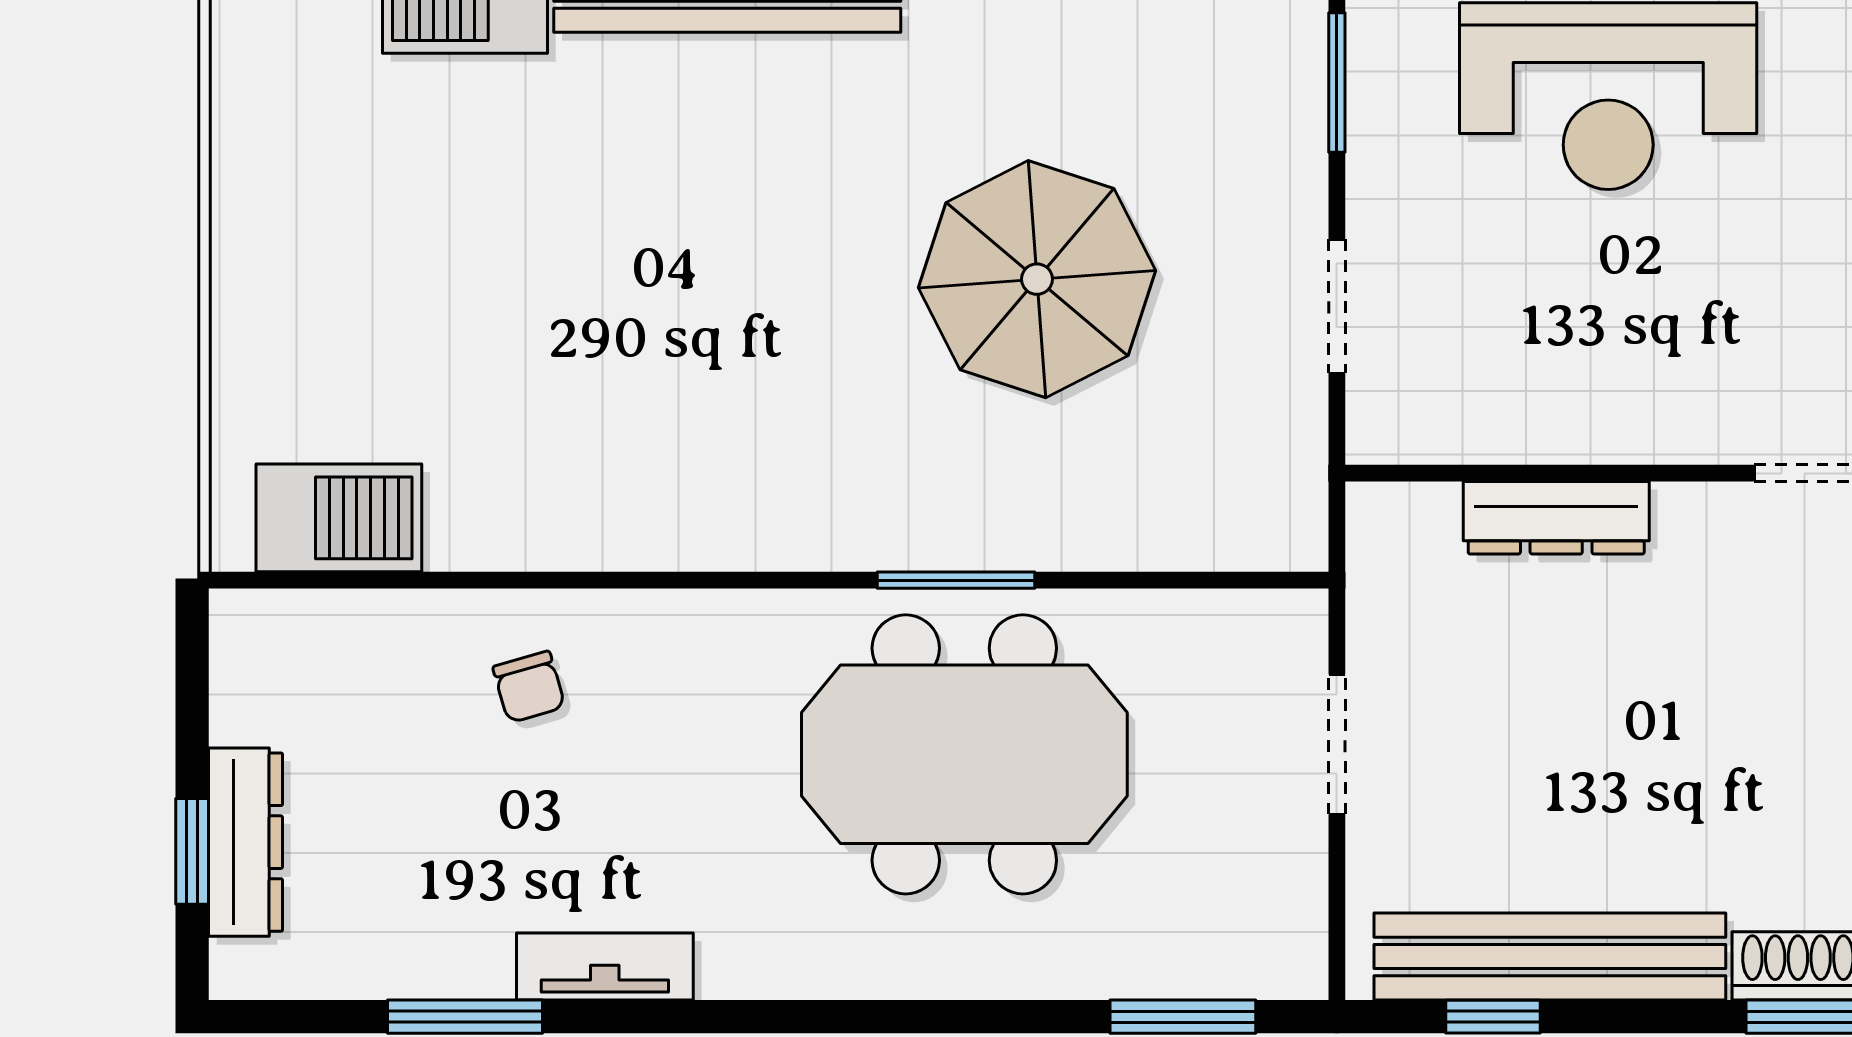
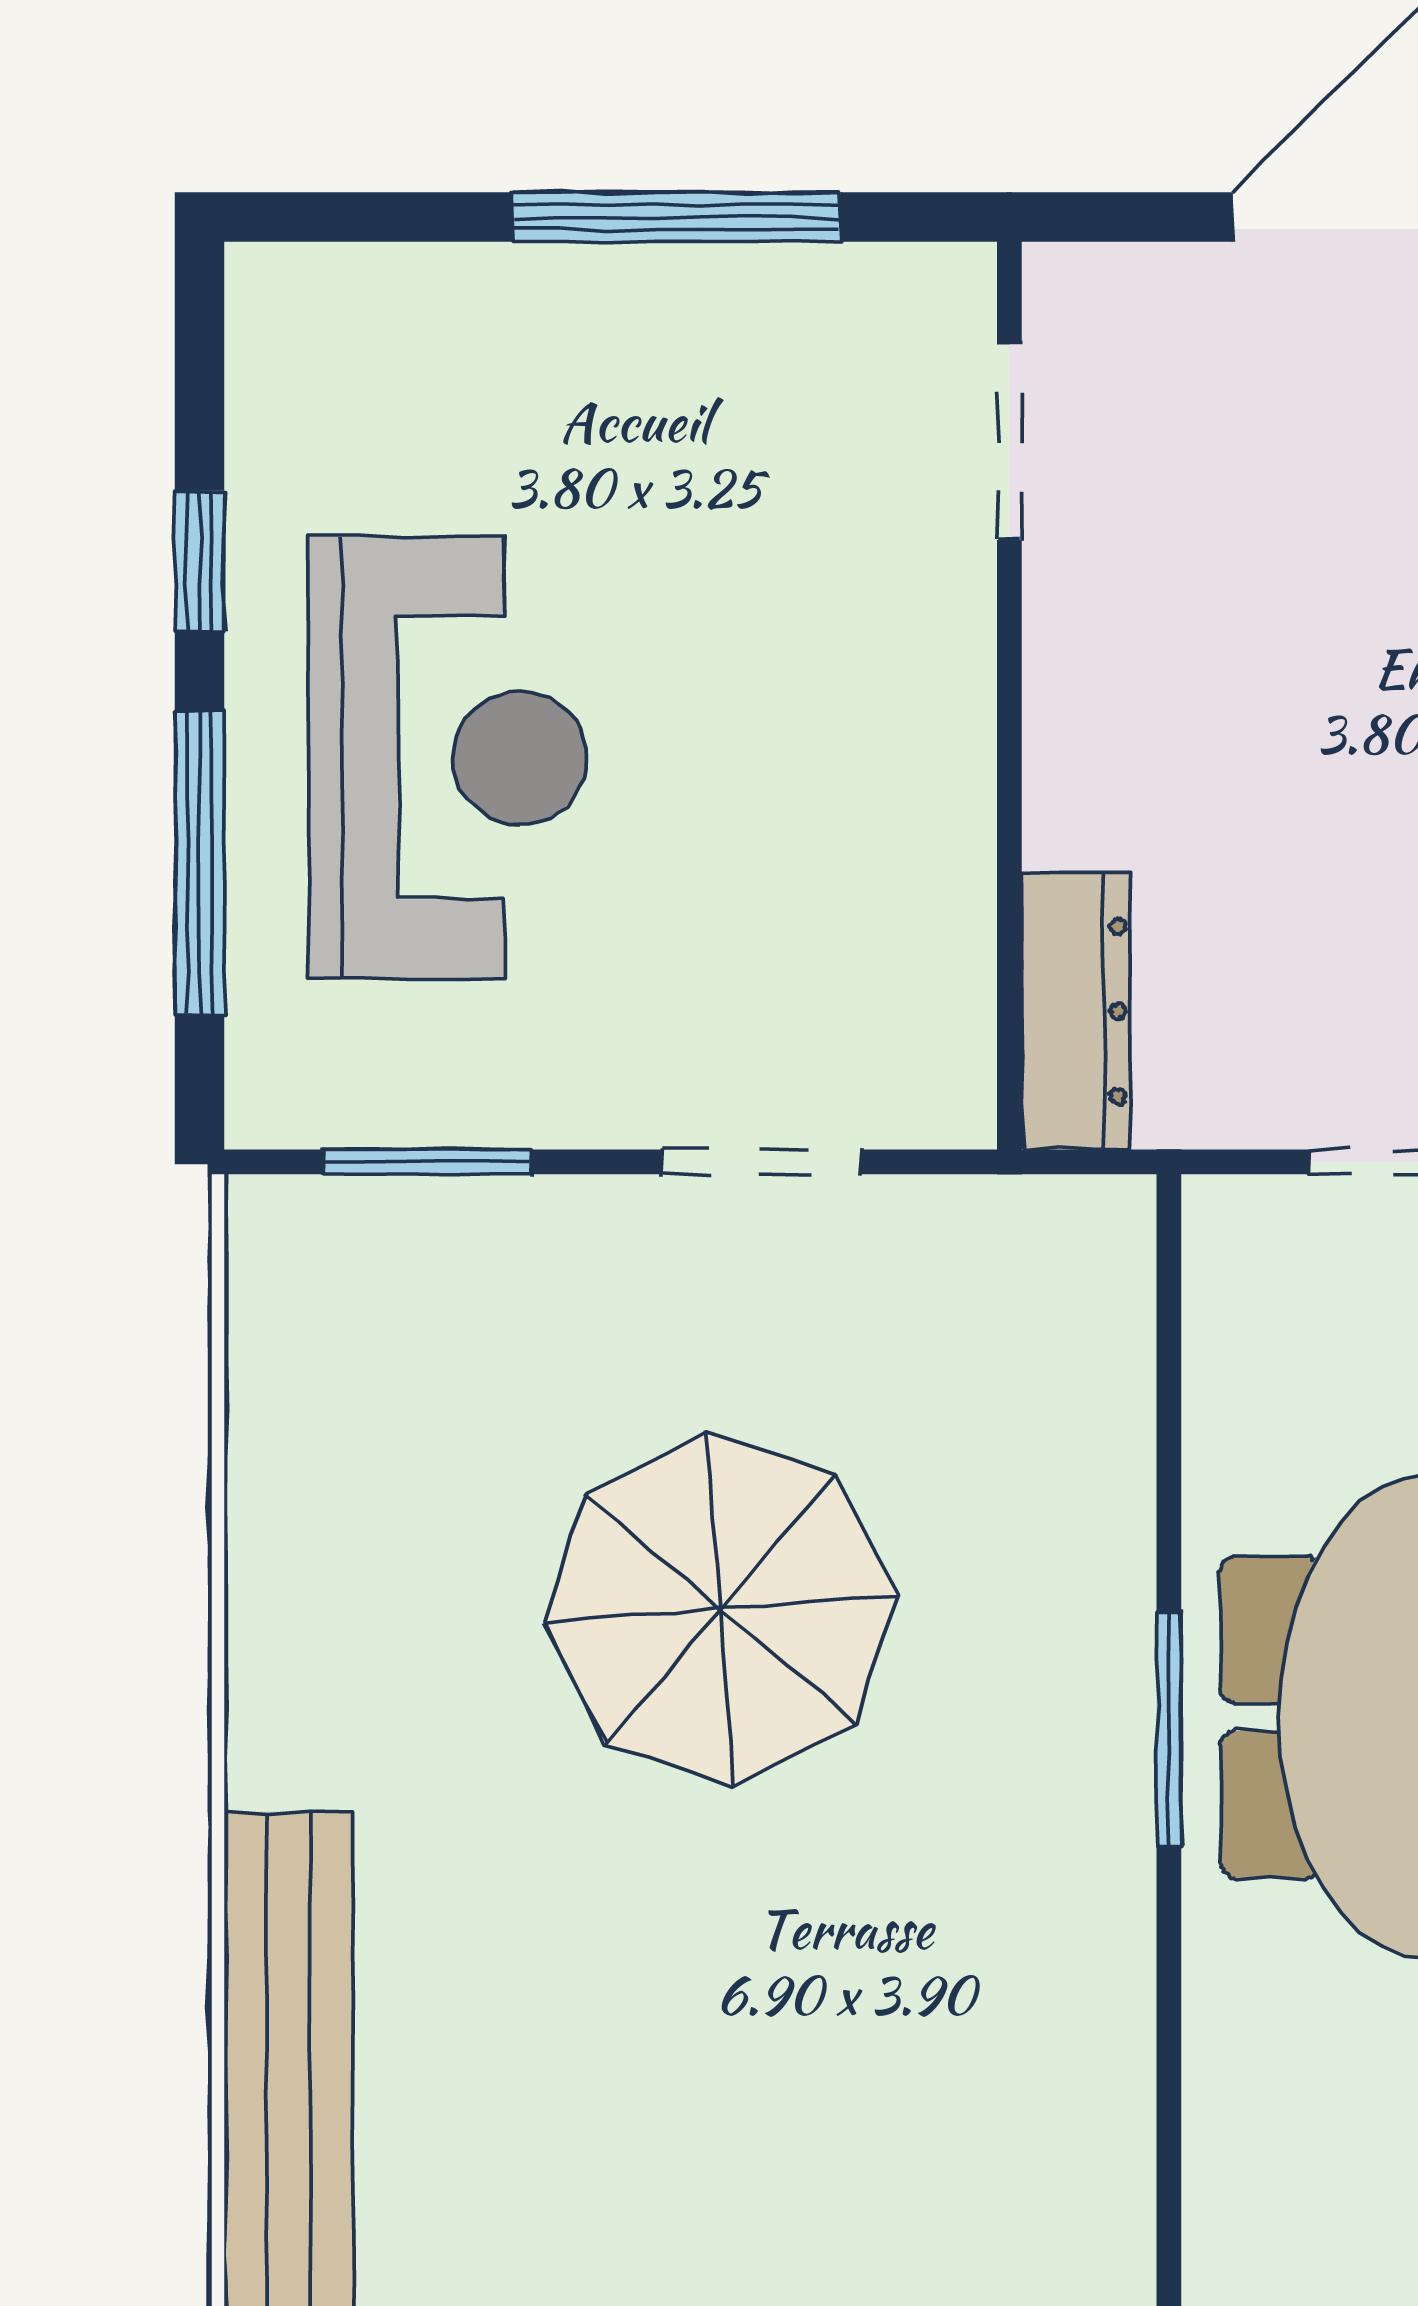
dresser: (1556, 518) -> (1076, 1011), moved

